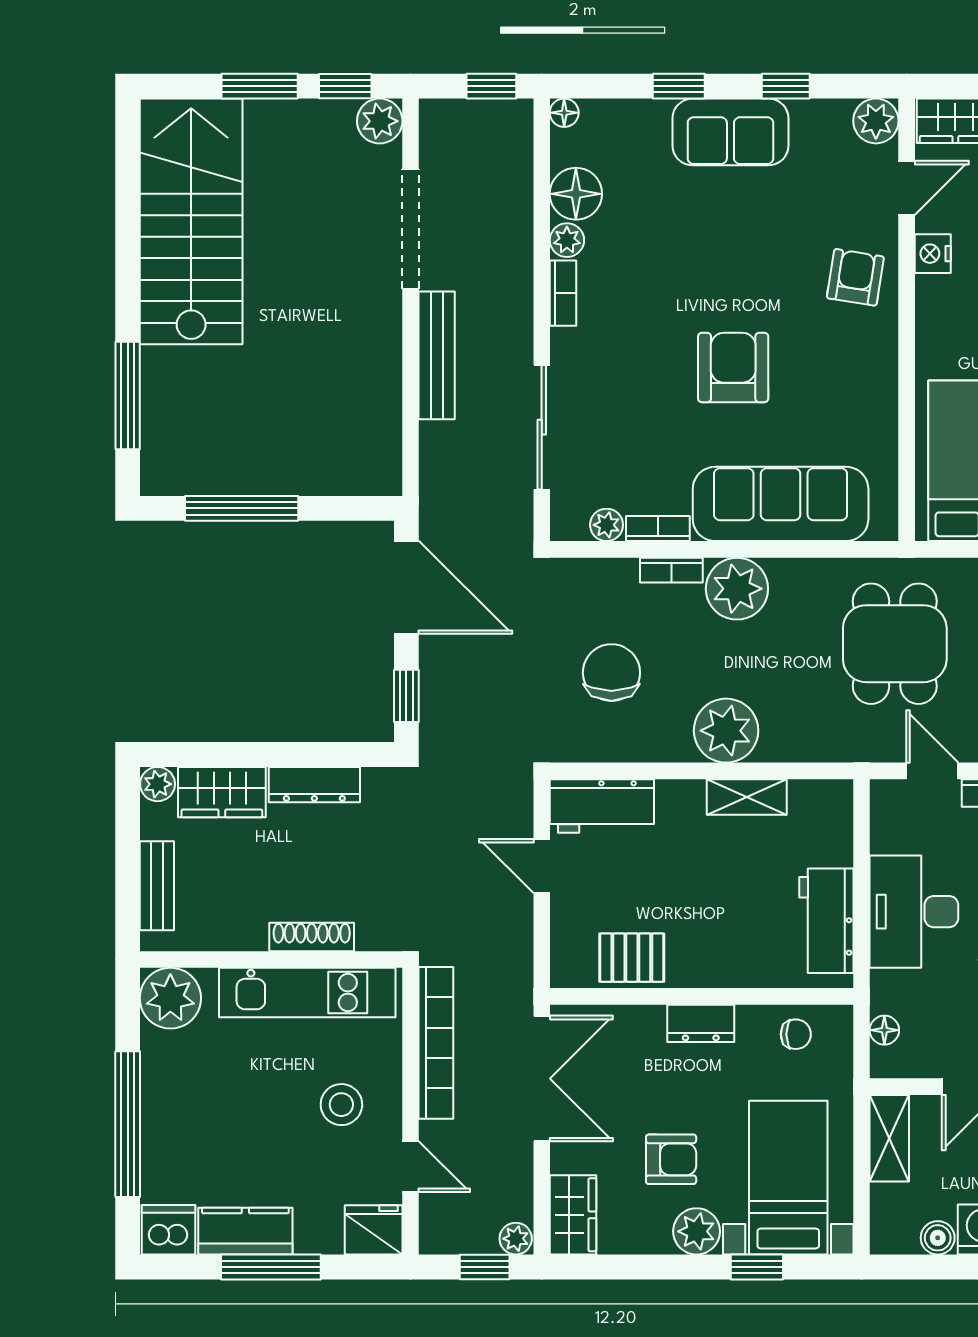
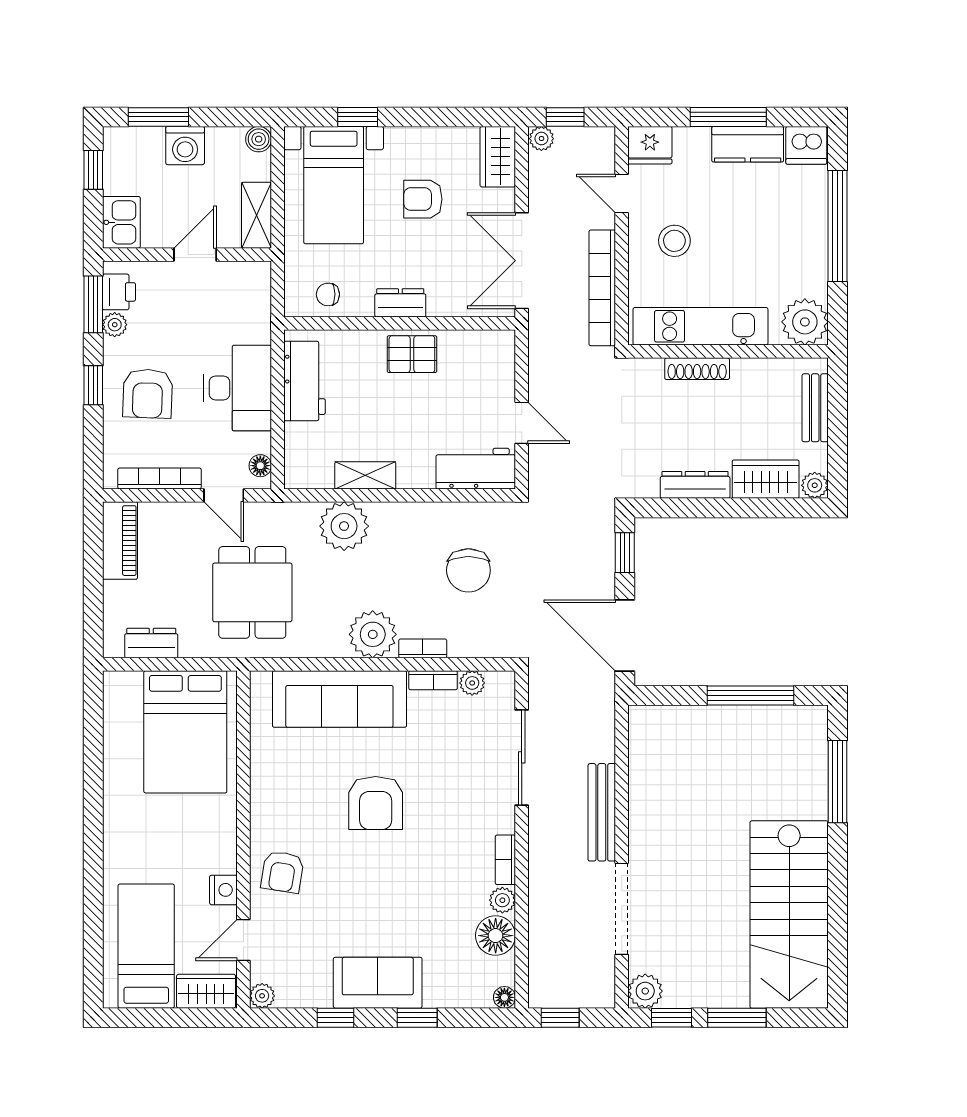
plant: (876, 121) -> (262, 996), width x0.73, depth x0.73
plant: (726, 731) -> (344, 526), moved
pallet: (632, 958) -> (412, 354), moved
floor lamp: (884, 1030) -> (260, 466), moved
plant: (697, 1231) -> (404, 144), removed
boiler: (938, 1238) -> (259, 139), moved

